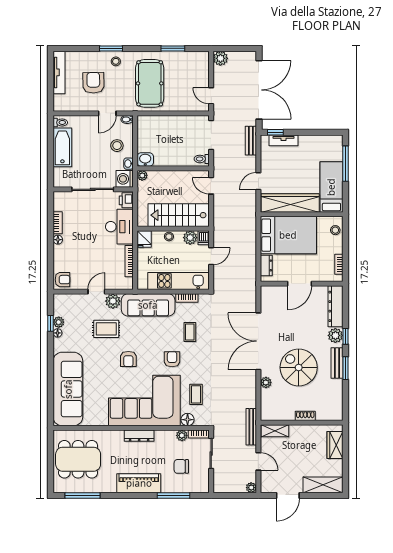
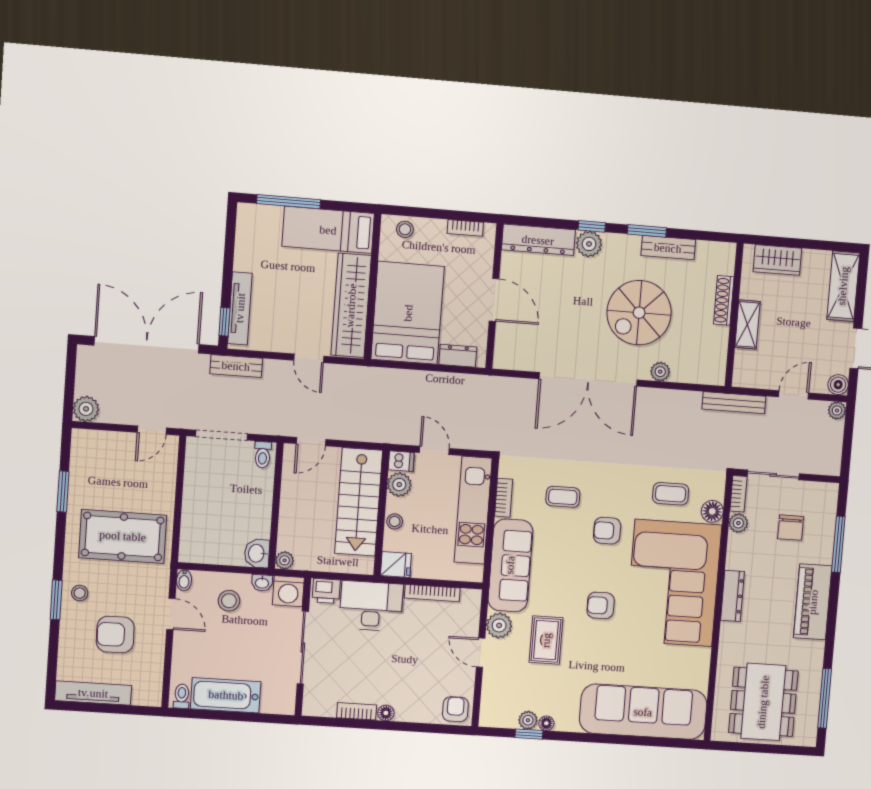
tv unit: (283, 140) -> (240, 308), width x1.41
armchair: (128, 359) -> (601, 605), turned 180
bench: (337, 363) -> (668, 248), moved
shoe rack: (305, 416) -> (724, 300), width x1.43
shelving: (275, 431) -> (747, 324), moved
boiler: (266, 487) -> (838, 385), added

